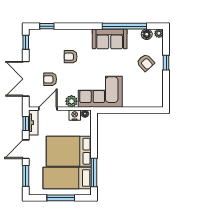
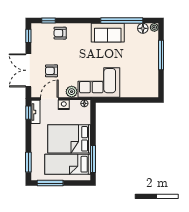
armchair: (71, 57) -> (60, 33), moved
armchair: (146, 63) -> (142, 55), removed
window: (166, 63) -> (161, 55), width x2.17
nightstand: (75, 115) -> (64, 105), moved
door: (26, 149) -> (28, 137), removed
window: (61, 198) -> (50, 183), moved

